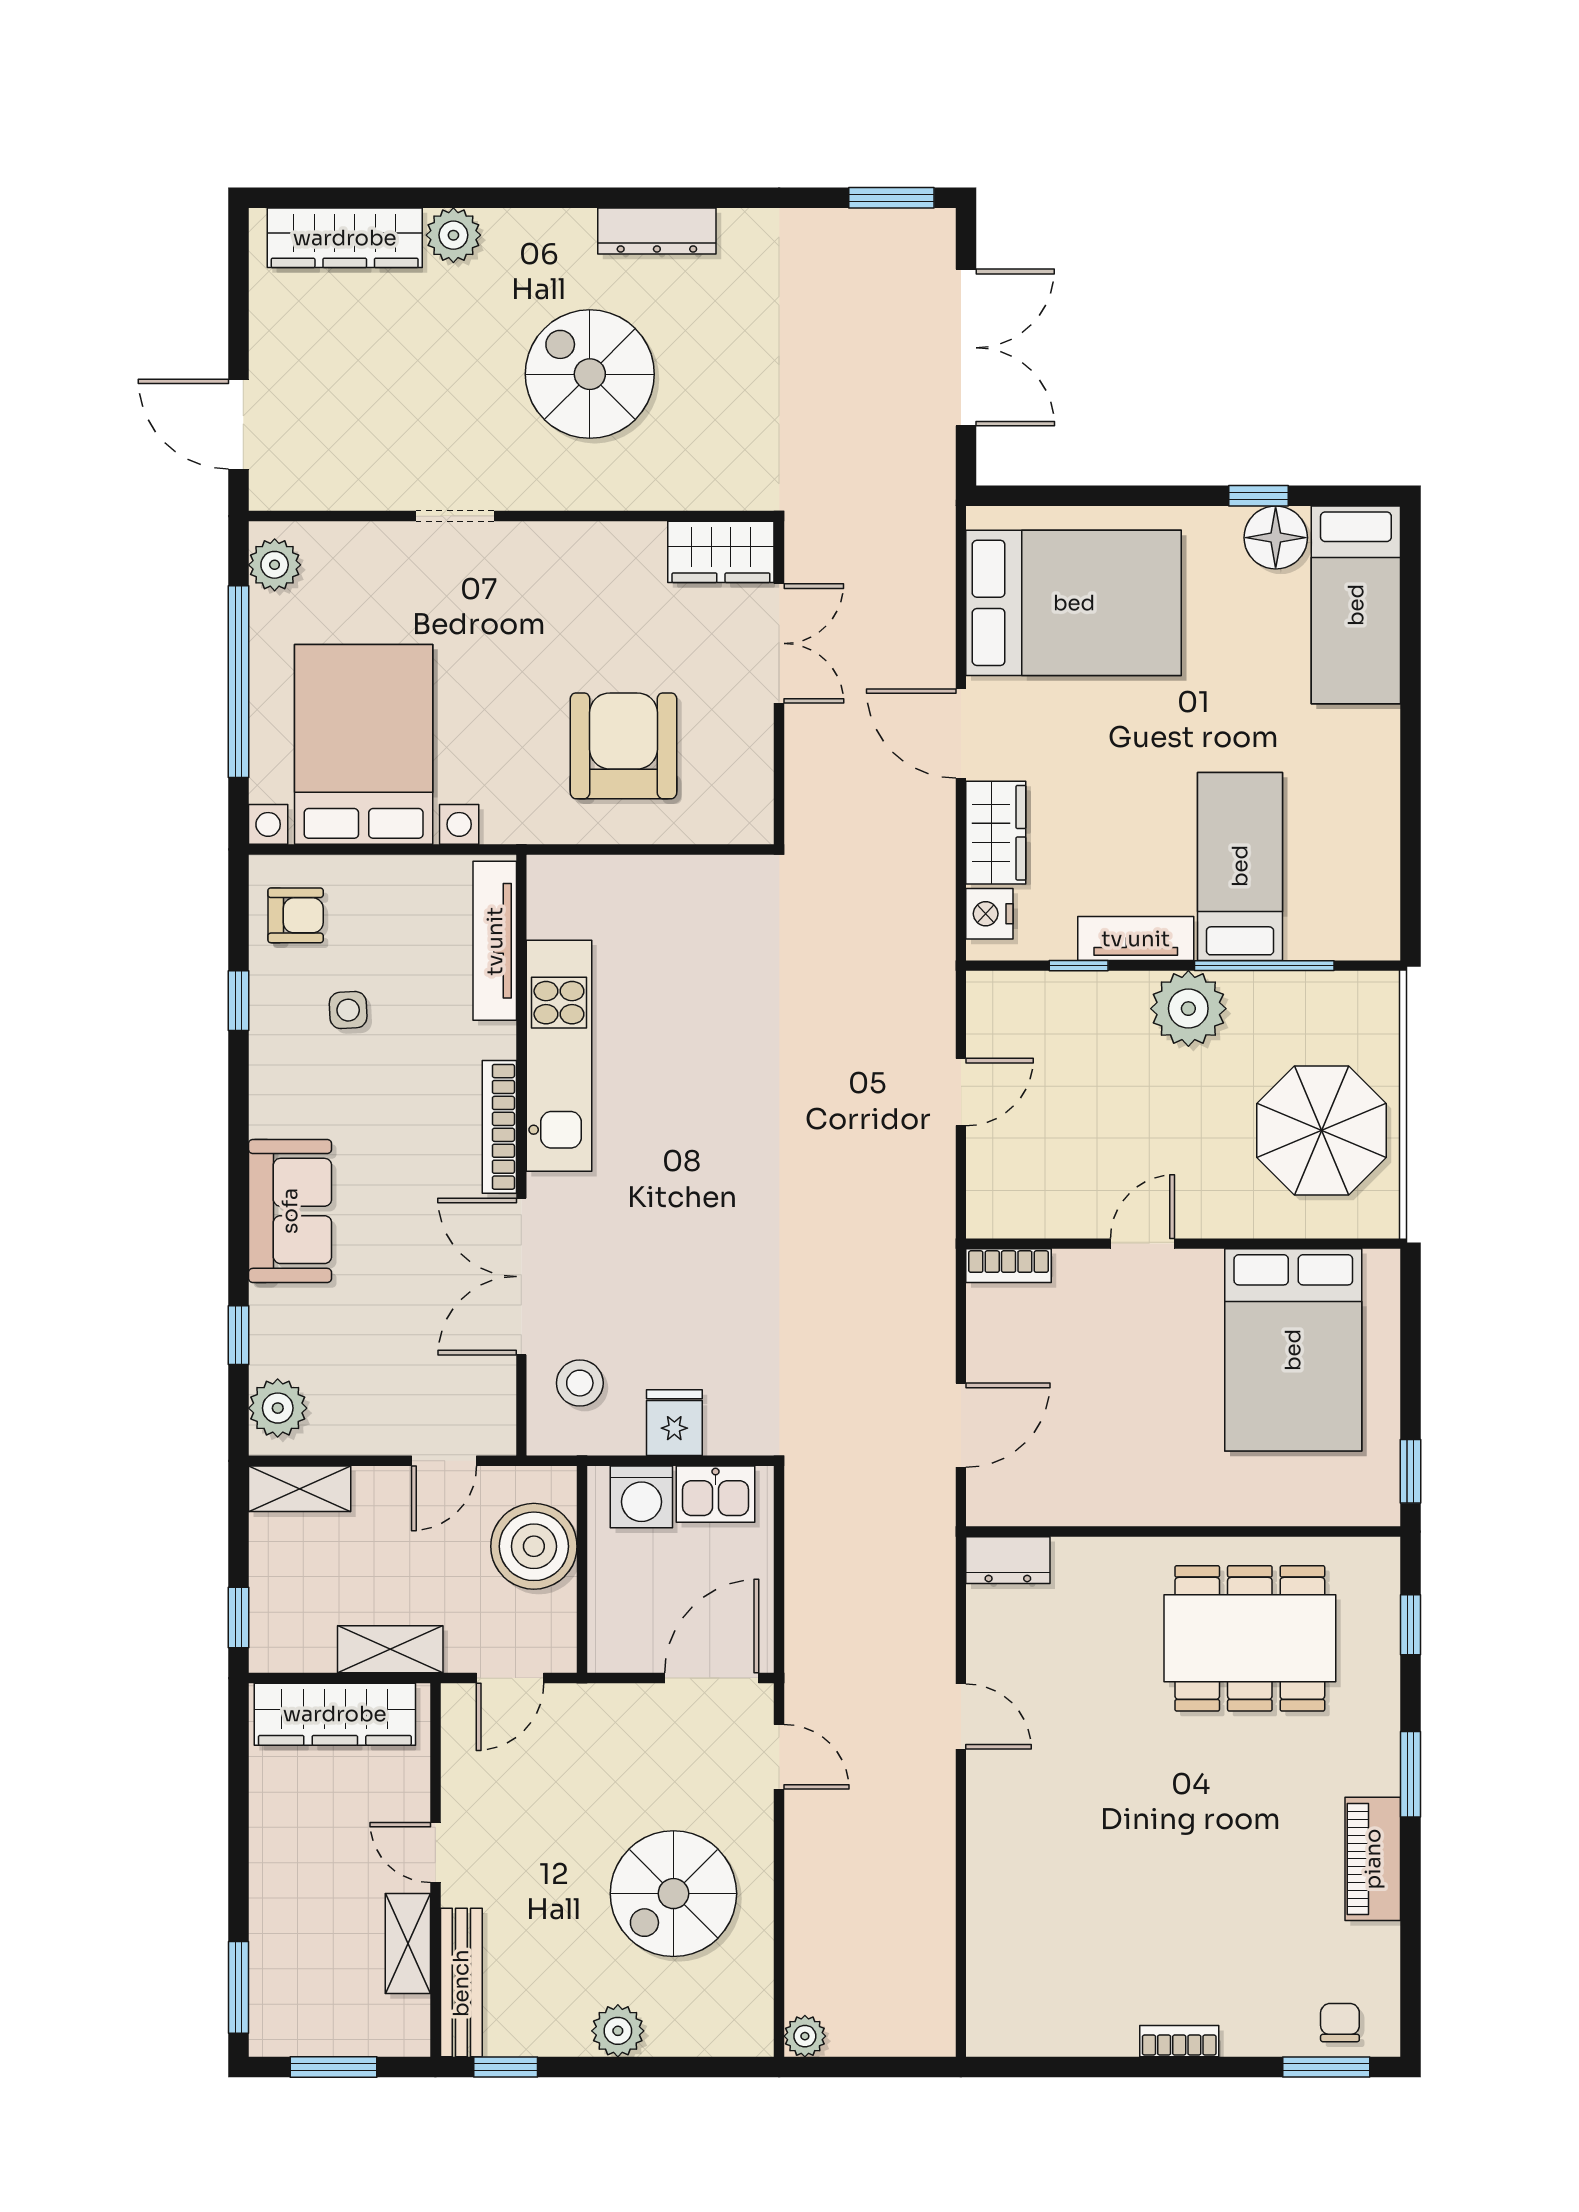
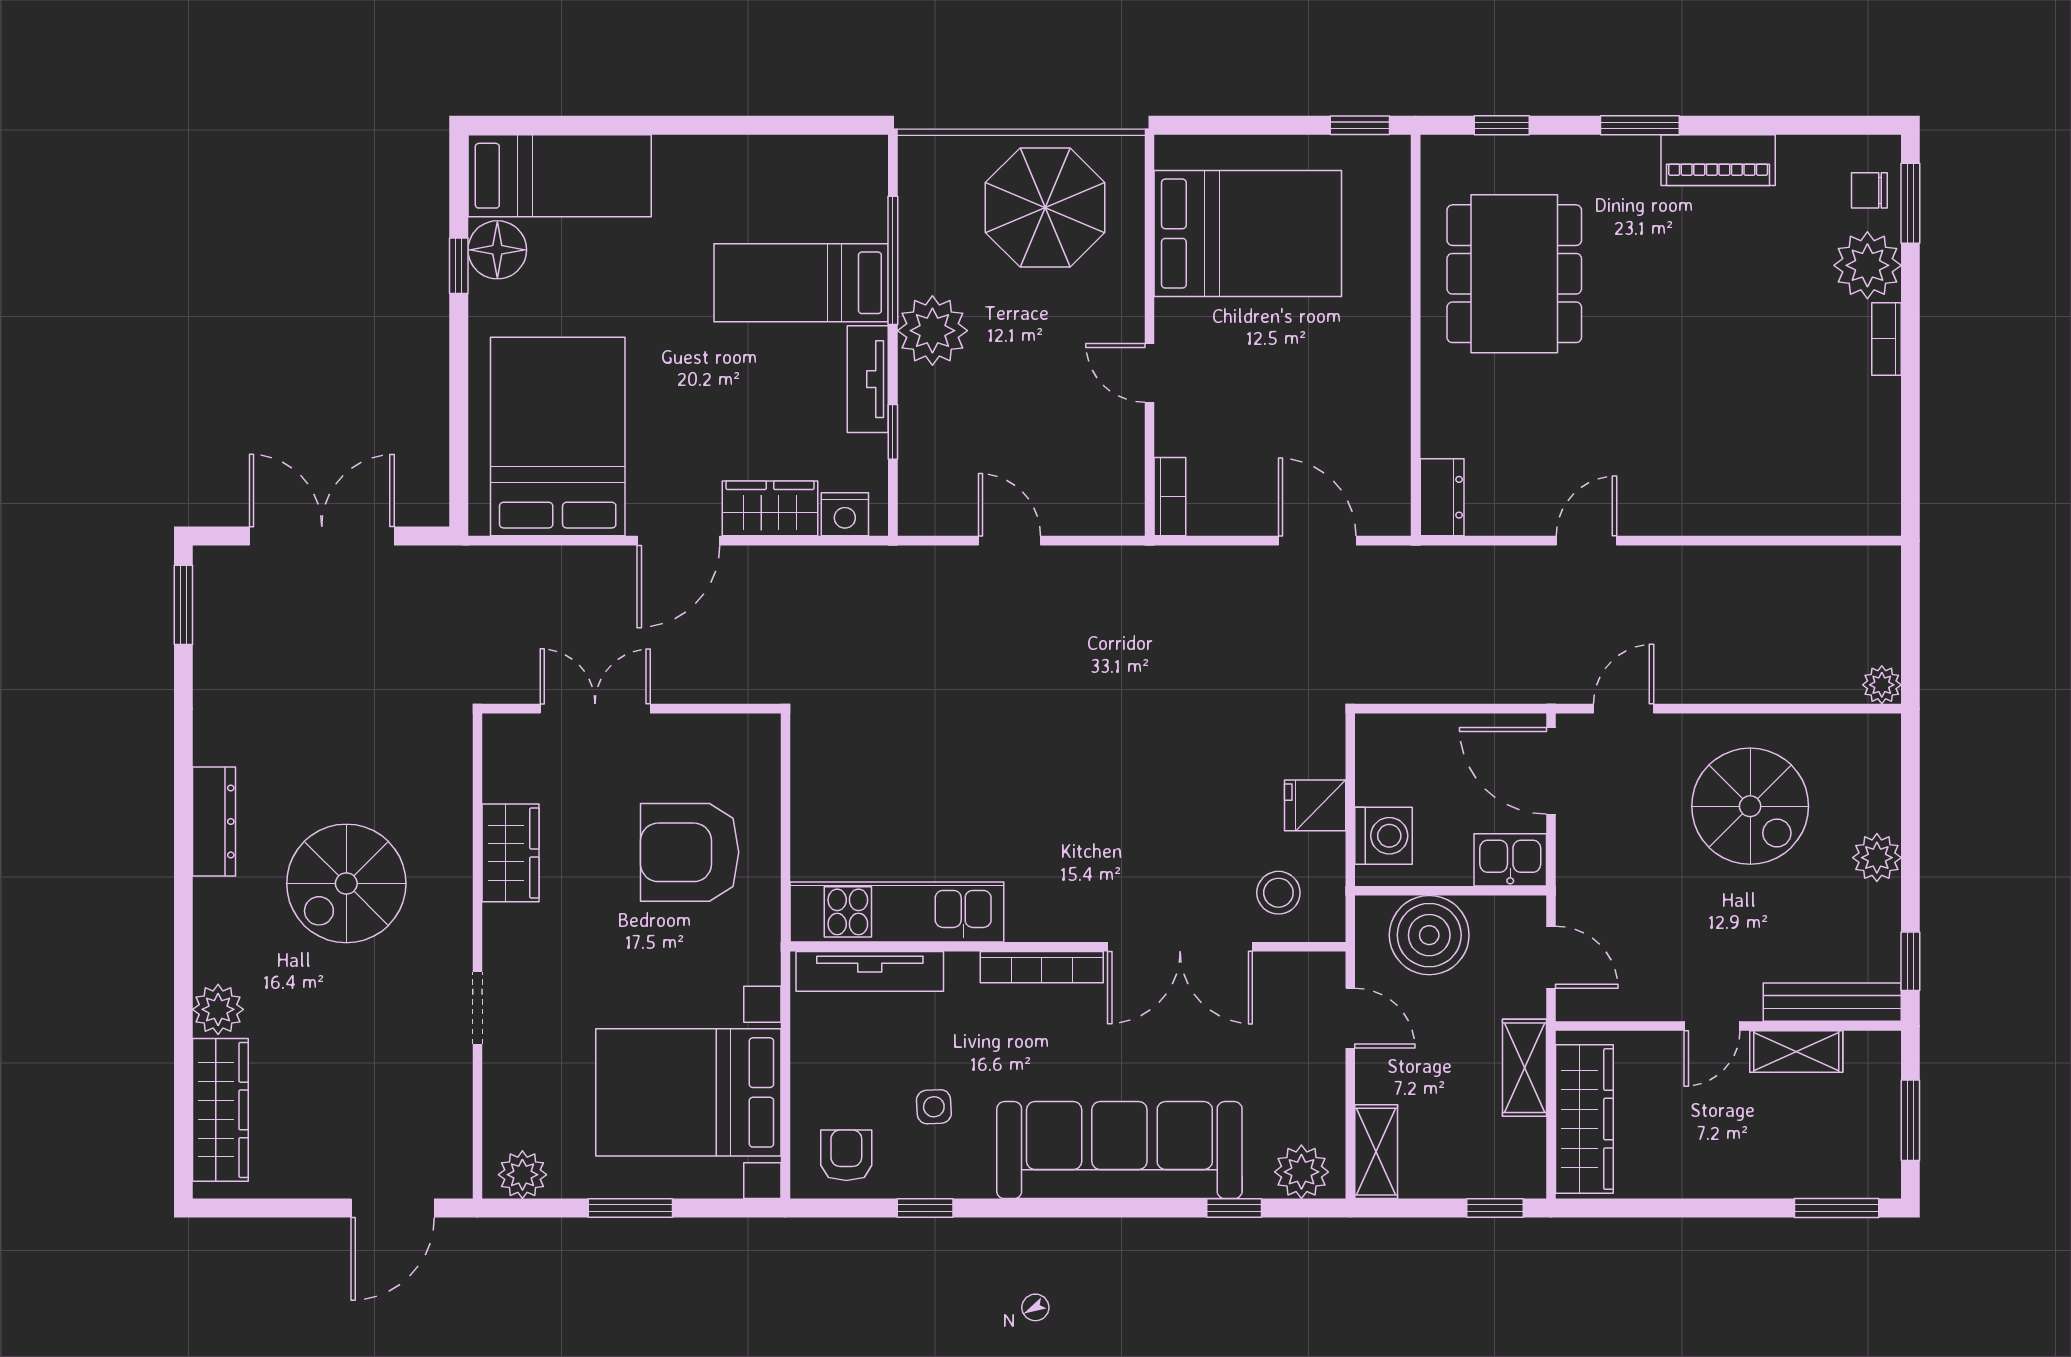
wardrobe: (721, 552) -> (511, 853), moved
window: (238, 682) -> (630, 1208), width x0.47
kitchen unit: (559, 1056) -> (897, 912), moved
sofa: (290, 1211) -> (1119, 1150), width x1.85, depth x1.27
kitchen sink: (716, 1494) -> (1510, 860), moved, turned -90
plant: (1259, 2021) -> (1867, 265), added

